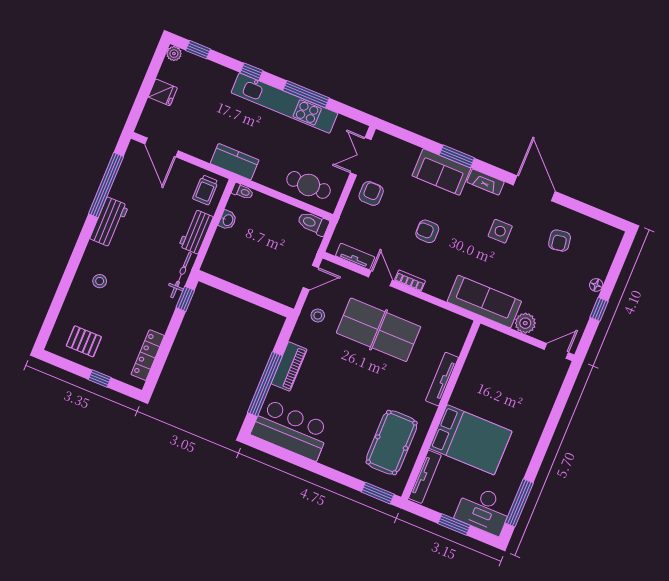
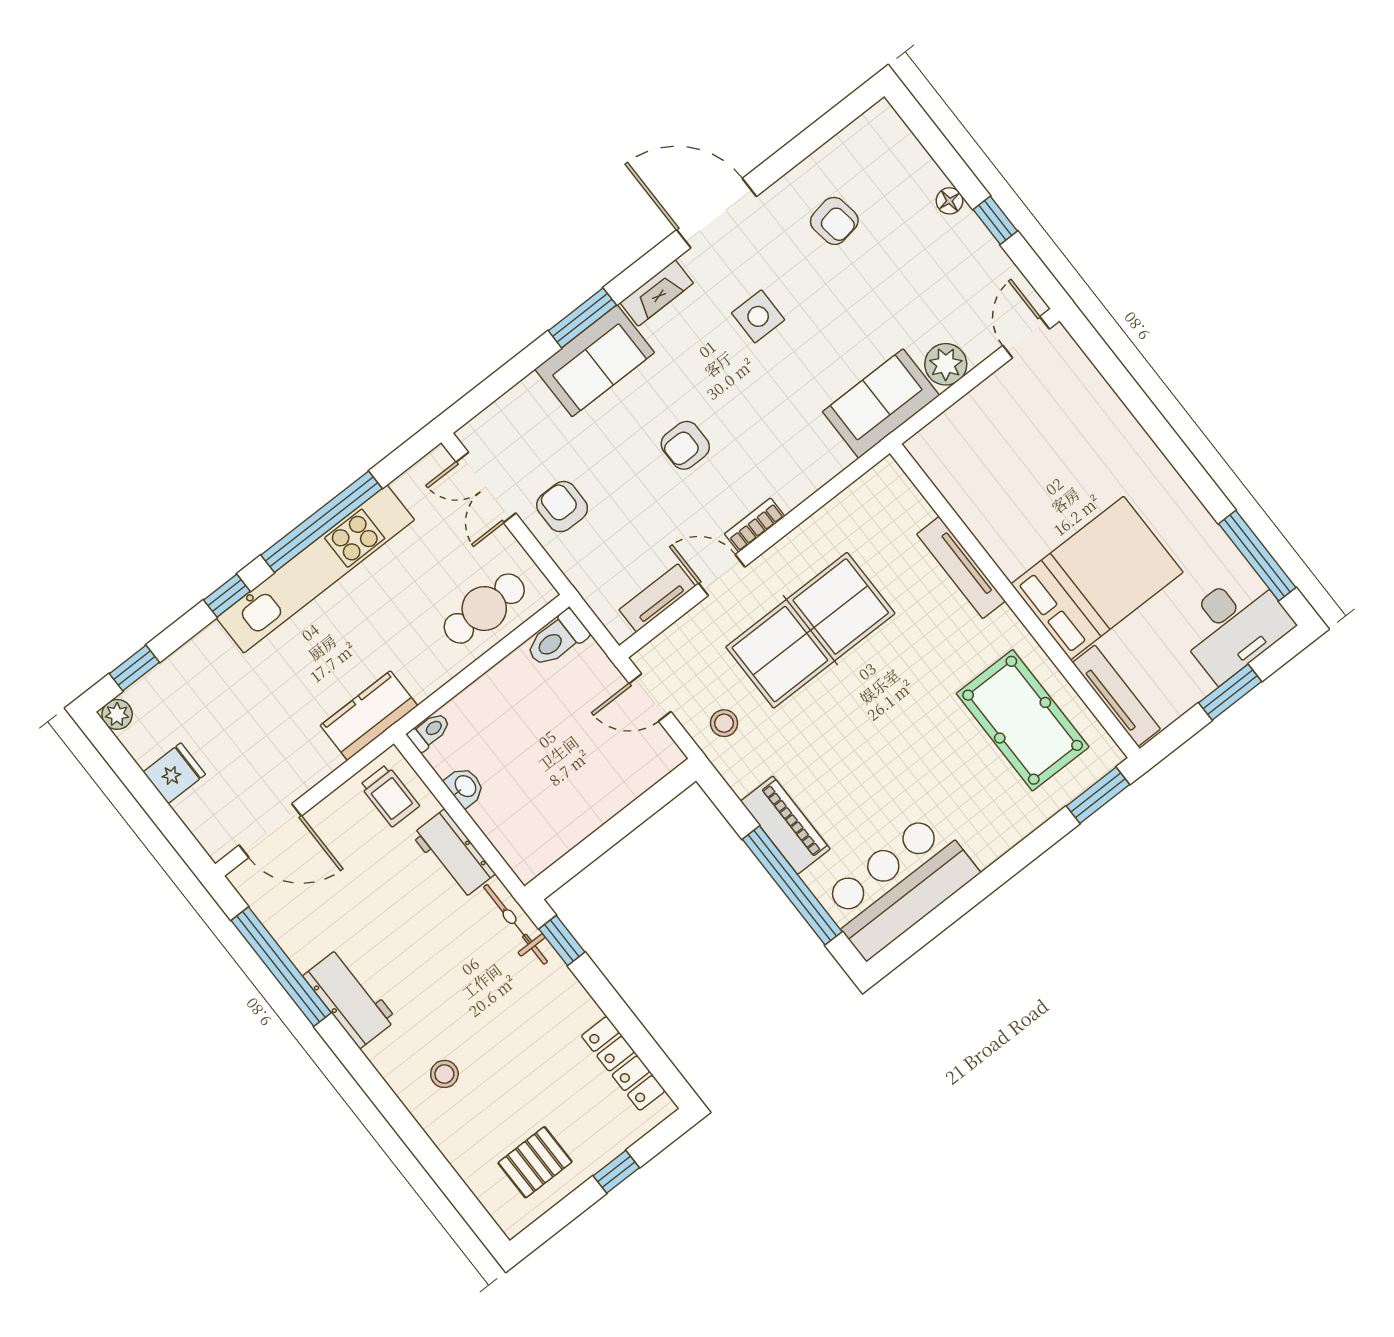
window: (306, 94) -> (321, 522), width x1.46
door: (311, 278) -> (650, 697), swing flipped
sofa: (484, 301) -> (881, 404), width x0.73

